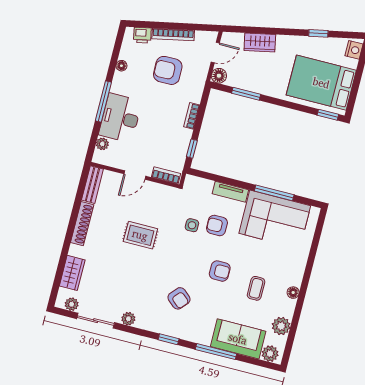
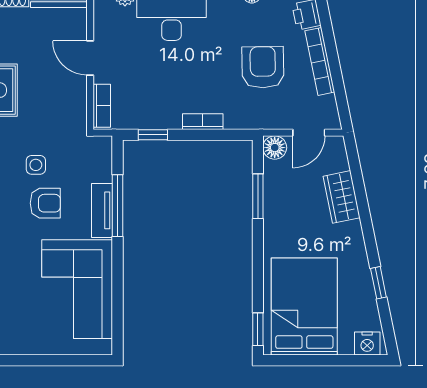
door: (215, 52) -> (309, 133), hinge flipped
window: (274, 193) -> (117, 206), moved
armchair: (217, 225) -> (45, 203), turned 90

